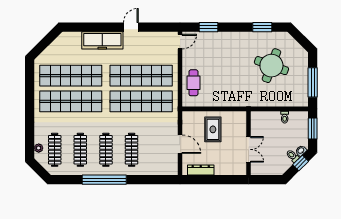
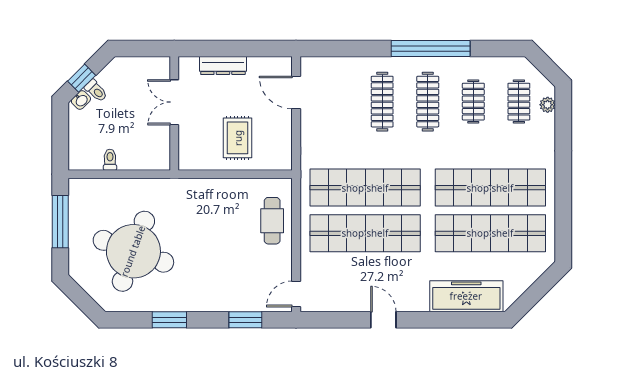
door: (131, 27) -> (383, 320), swing flipped
window: (262, 27) -> (169, 320), moved
freezer: (102, 40) -> (466, 296), moved
round table: (271, 66) -> (133, 251), width x1.36, depth x1.36
window: (313, 129) -> (60, 139), removed
door: (180, 144) -> (296, 93), moved
clothes rail: (55, 150) -> (519, 102), width x0.73
clothes rail: (80, 150) -> (473, 102), width x0.73
dresser: (201, 170) -> (223, 66), moved

